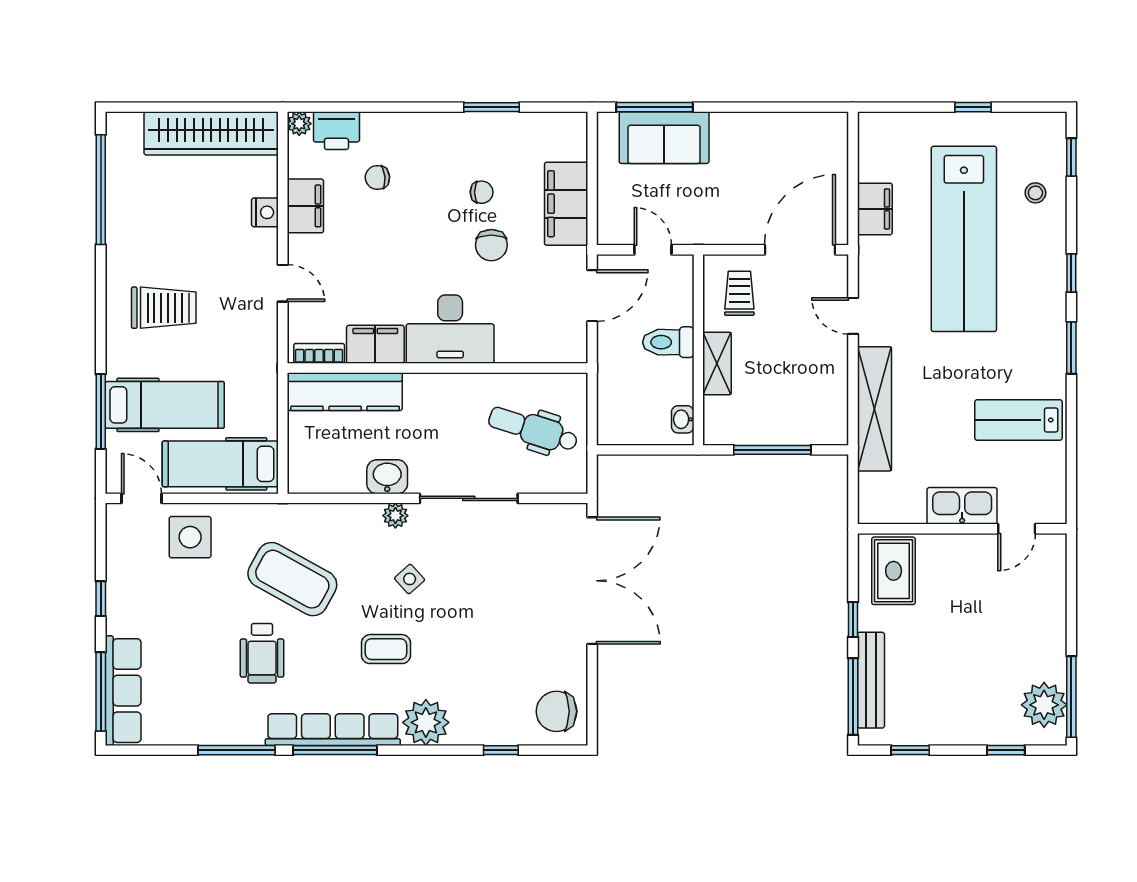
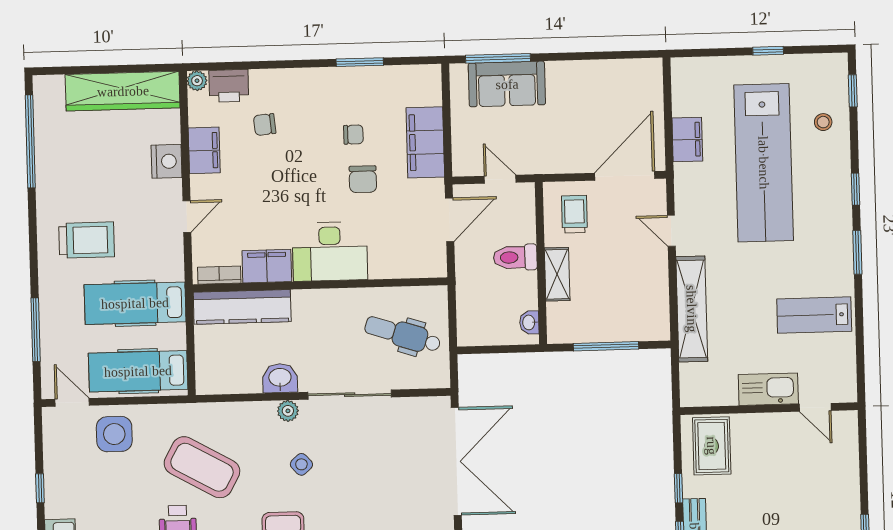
nightstand: (265, 212) -> (166, 161), width x1.36, depth x1.33
door: (283, 283) -> (187, 216), hinge flipped
hospital bed: (165, 405) -> (135, 303), moved, turned 180
door: (1017, 529) -> (815, 407), hinge flipped

